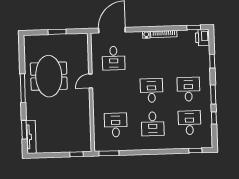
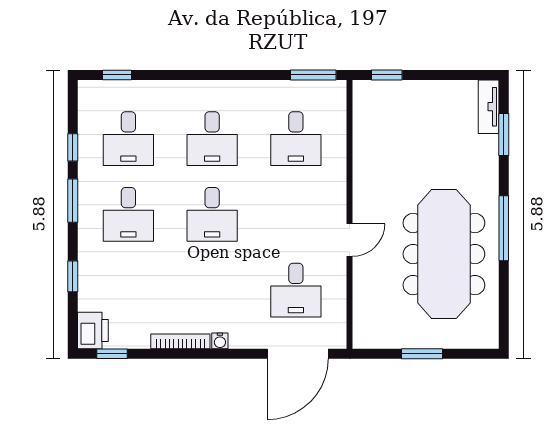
desk: (114, 58) -> (296, 290), turned 180
meeting table: (49, 76) -> (444, 254), width x1.36
desk: (153, 124) -> (212, 139), turned 180
tv unit: (31, 137) -> (489, 107), width x0.71

